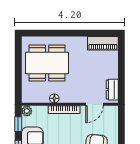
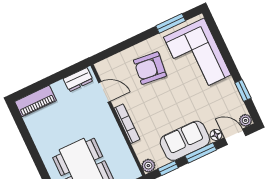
piano: (103, 43) -> (35, 101), moved, turned 90
floor lamp: (54, 98) -> (119, 141), removed

